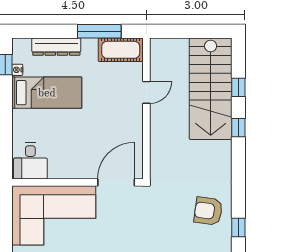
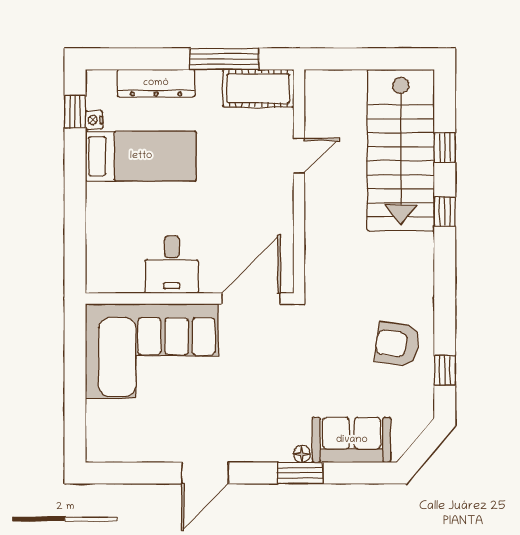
desk: (30, 161) -> (172, 265), moved

